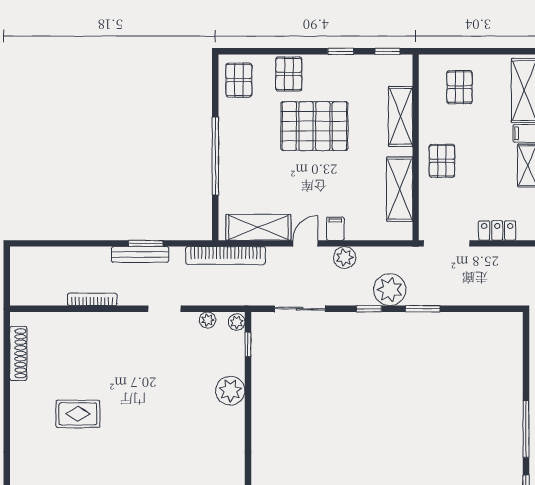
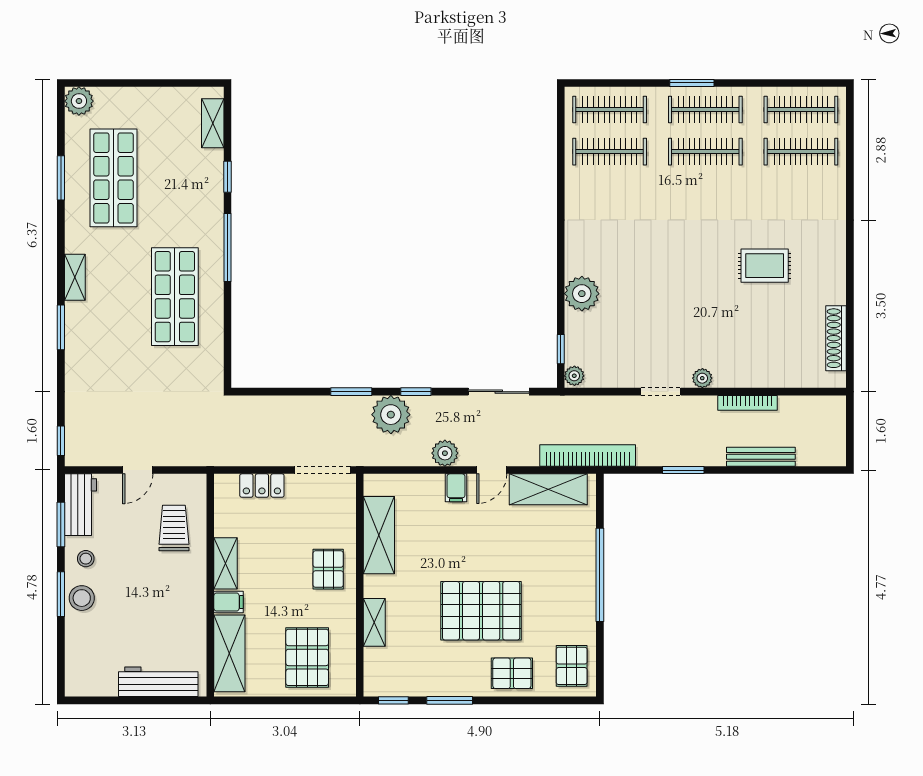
window: (341, 51) -> (450, 700), width x1.50
pallet: (289, 74) -> (512, 673), turned 90
pallet: (459, 87) -> (307, 657), width x1.50, depth x1.42
shelving: (400, 116) -> (374, 622), width x0.67, depth x0.75
bench: (140, 254) -> (761, 457), moved
plant: (208, 320) -> (702, 378), moved

